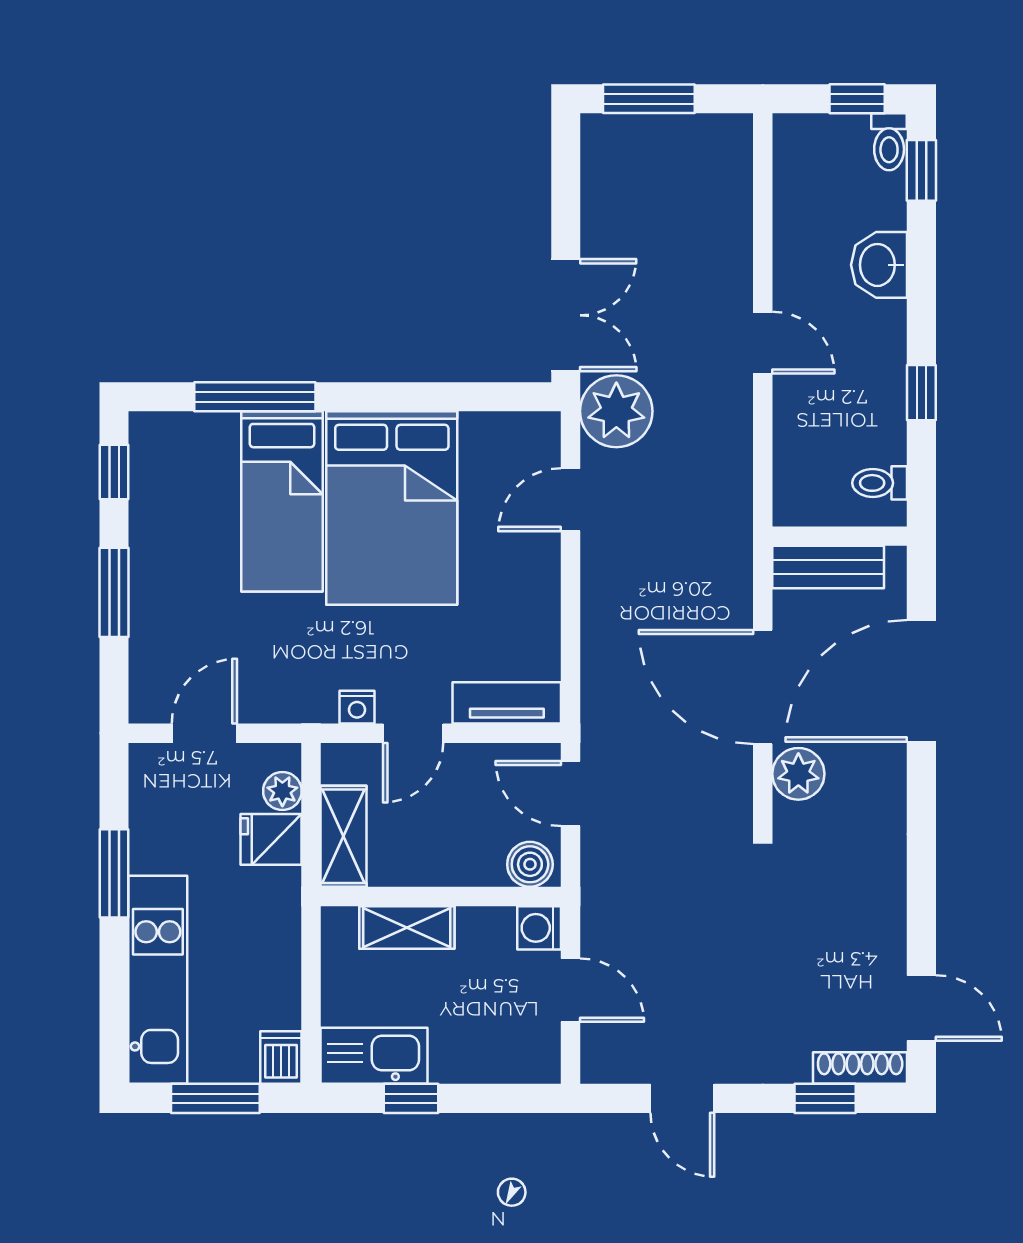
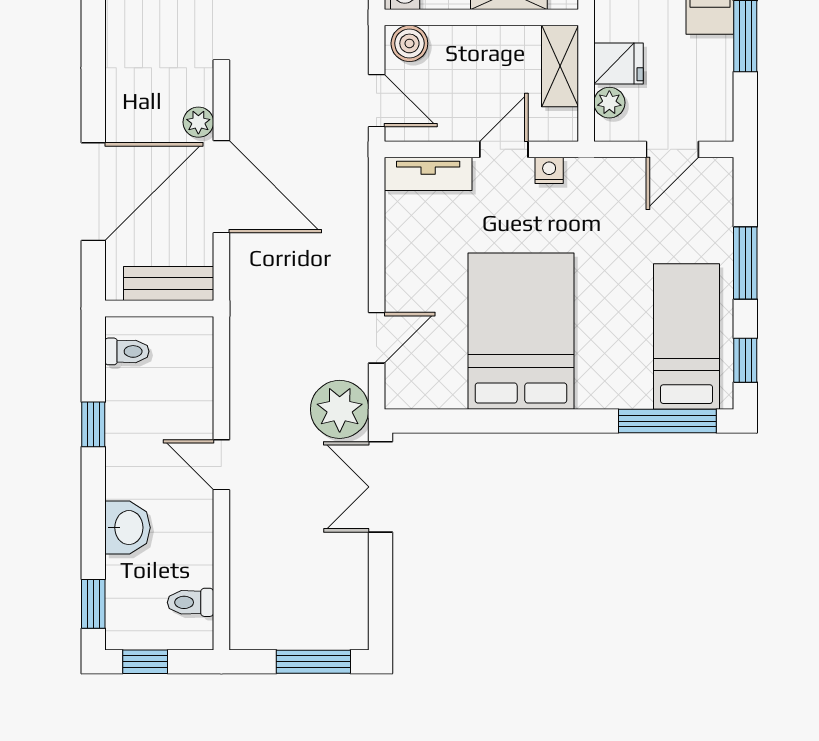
toilet: (889, 142) -> (191, 602), moved, turned -90
window: (255, 397) -> (667, 421), moved
bed: (282, 501) -> (687, 337), moved
plant: (798, 774) -> (198, 122), width x0.73, depth x0.73

